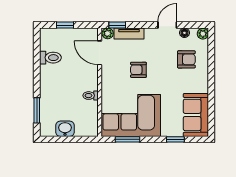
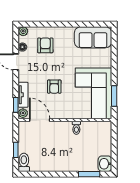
door: (100, 53) -> (40, 120), swing flipped
toilet: (50, 58) -> (24, 162), moved
washbasin: (65, 129) -> (105, 164), moved
window: (175, 139) -> (114, 55), removed

